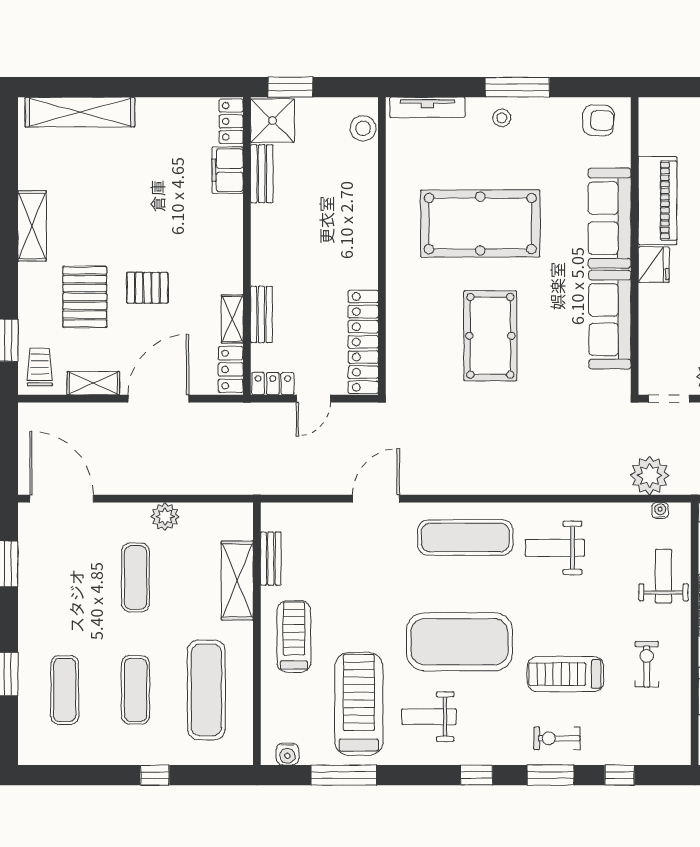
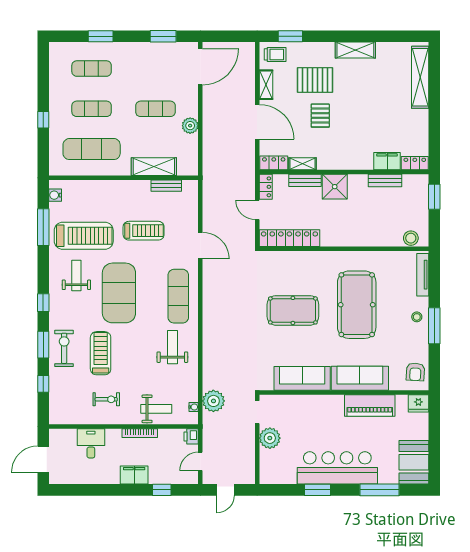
shower: (272, 121) -> (335, 187), moved
fridge: (654, 265) -> (418, 403), moved
treadmill: (294, 636) -> (144, 231), moved
exercise bike: (557, 738) -> (64, 348), width x1.38, depth x1.39

